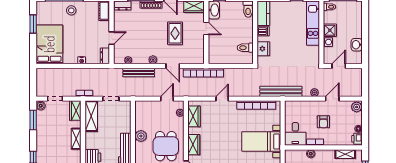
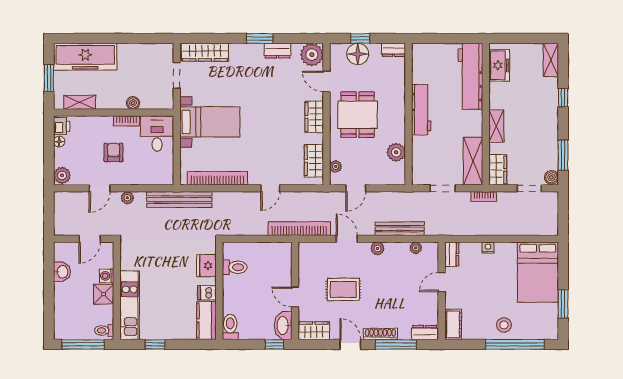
rug: (175, 33) -> (343, 289), turned 90
plant: (141, 136) -> (396, 152), moved

